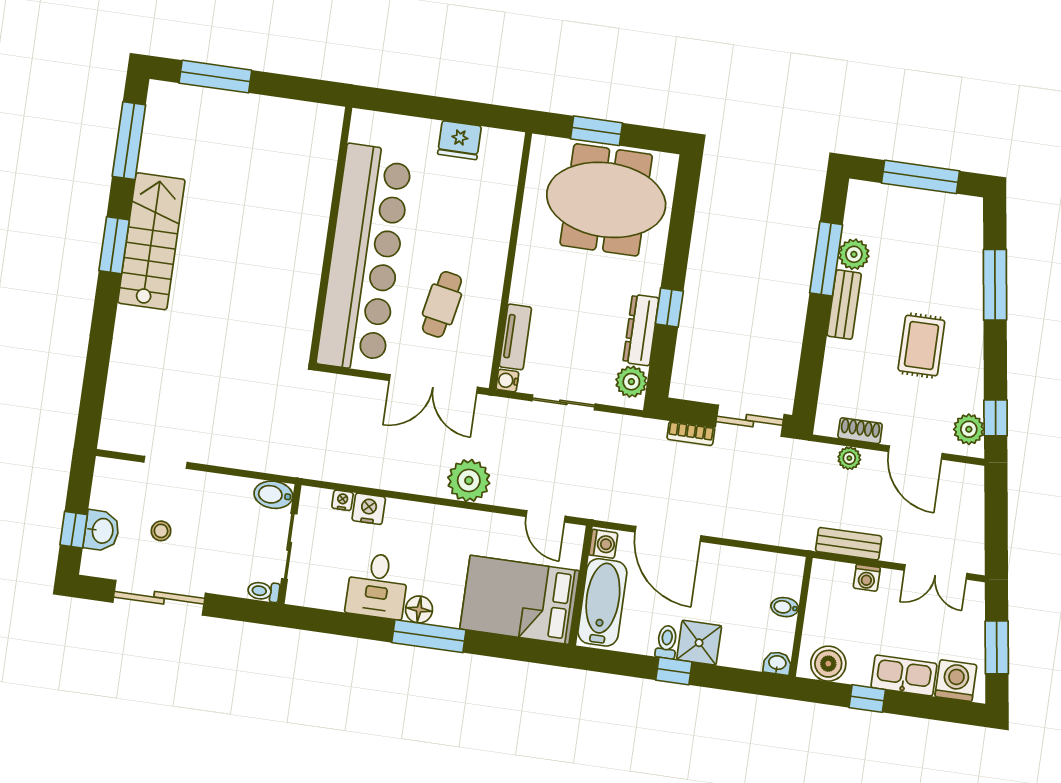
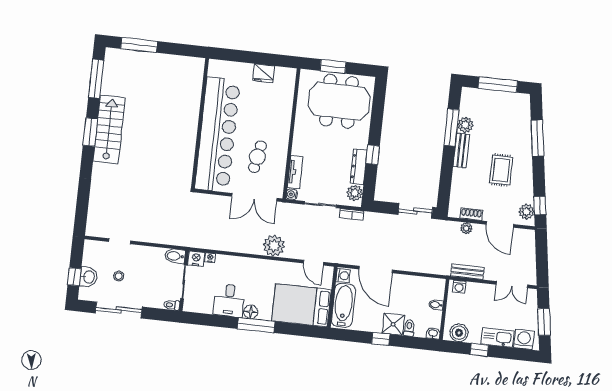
bookcase: (691, 433) -> (352, 214), moved
nightstand: (369, 509) -> (196, 259), moved
washing machine: (867, 578) -> (459, 287), moved
toilet: (667, 642) -> (409, 328), moved

